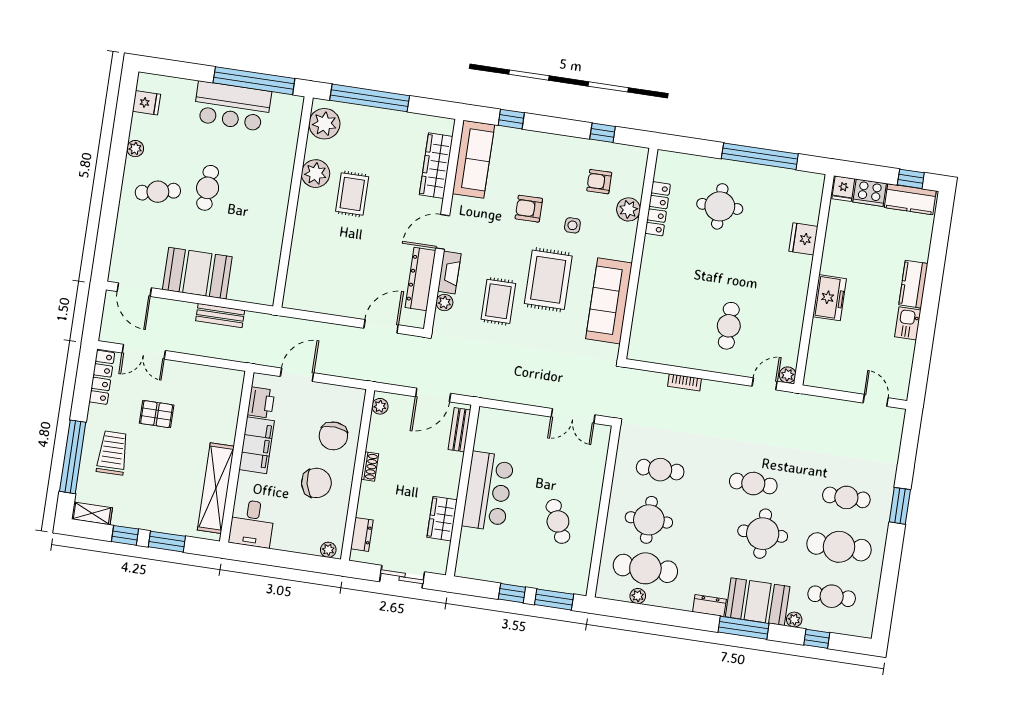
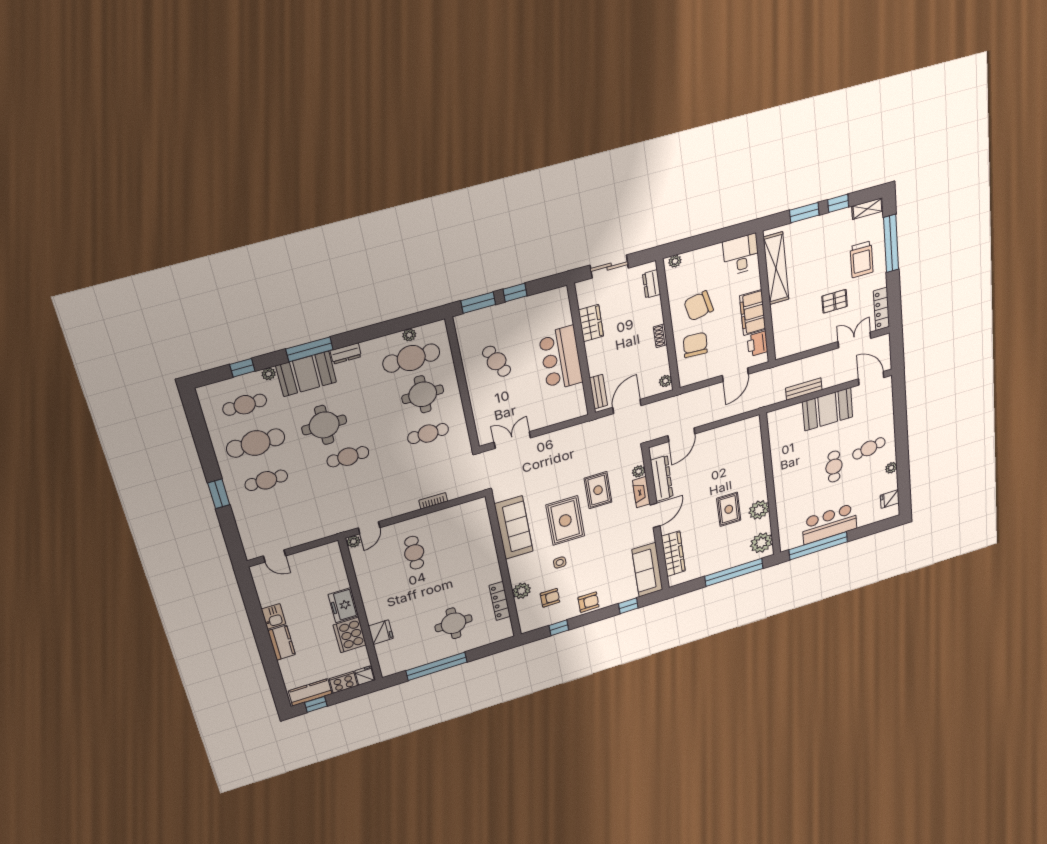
armchair: (529, 209) -> (588, 602), moved
cooker: (838, 254) -> (350, 635), added

